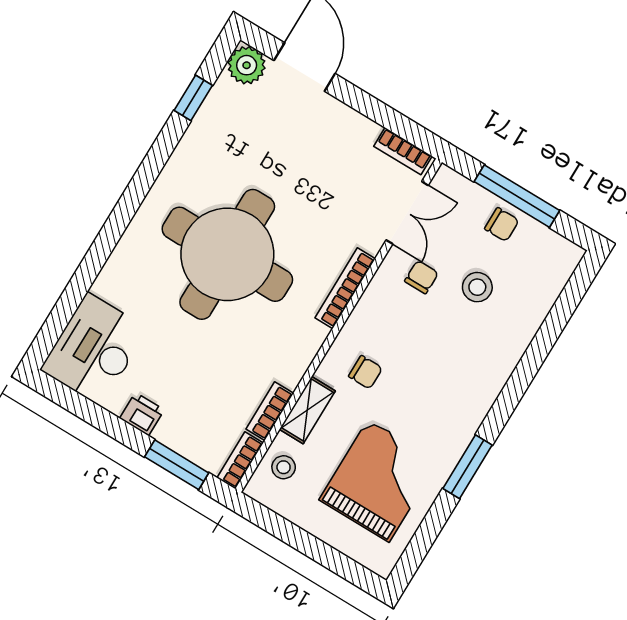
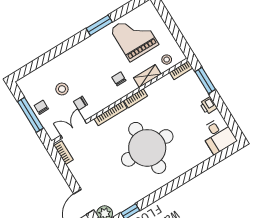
desk: (94, 349) -> (218, 136), width x0.73
bookcase: (270, 411) -> (136, 98), moved
grand piano: (379, 481) -> (134, 37), turned 90

